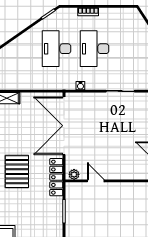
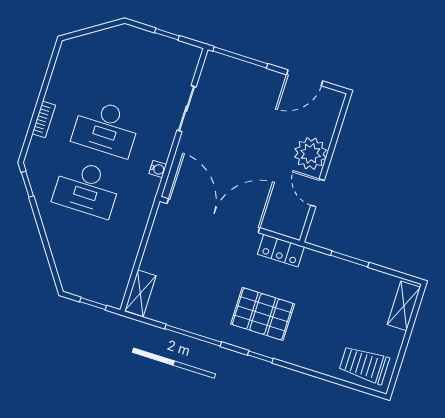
double door: (64, 126) -> (213, 216), swing flipped
plant: (74, 174) -> (311, 153), moved, width x1.88, depth x1.88
locker: (56, 177) -> (281, 251), width x0.66
door: (96, 181) -> (318, 193), hinge flipped

